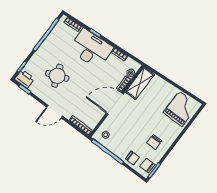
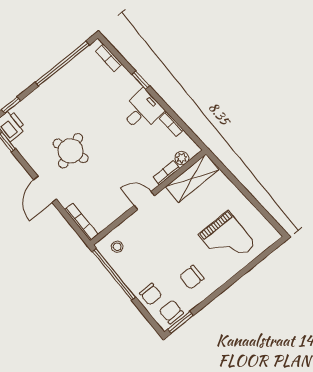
desk: (91, 49) -> (142, 111), width x0.53, depth x0.77
round table: (57, 76) -> (71, 151), moved
door: (115, 103) -> (144, 200), width x0.53
grand piano: (181, 109) -> (227, 239), moved, turned 90
door: (55, 112) -> (45, 189), hinge flipped

